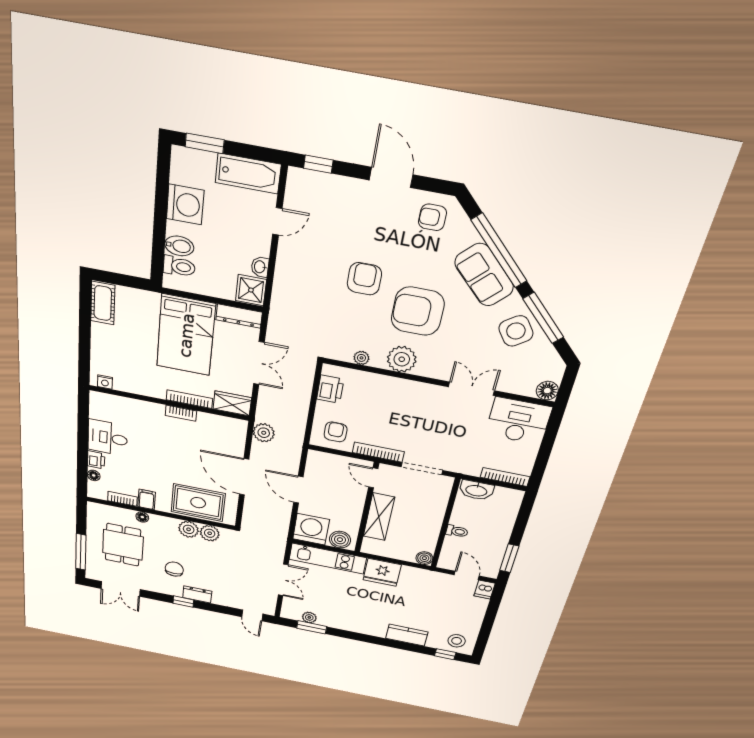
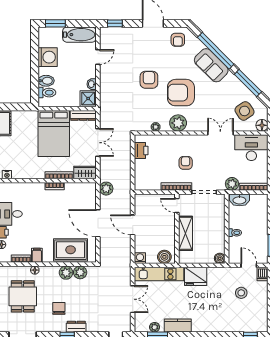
armchair: (433, 217) -> (178, 40), turned -90
side table: (516, 331) -> (245, 111), moved
armchair: (336, 432) -> (186, 163), moved
plant: (471, 466) -> (232, 184), added
washing machine: (311, 529) -> (140, 258), width x0.53, depth x0.53
kitchen counter: (407, 635) -> (178, 325), moved
stool: (457, 641) -> (241, 293), moved

